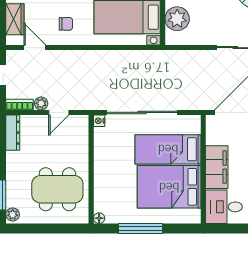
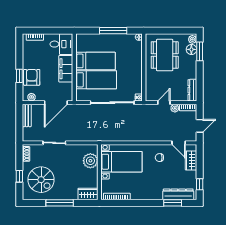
bed: (169, 187) -> (95, 61), width x0.67
dining table: (57, 189) -> (165, 55), turned 90
floor lamp: (14, 198) -> (191, 49), added

